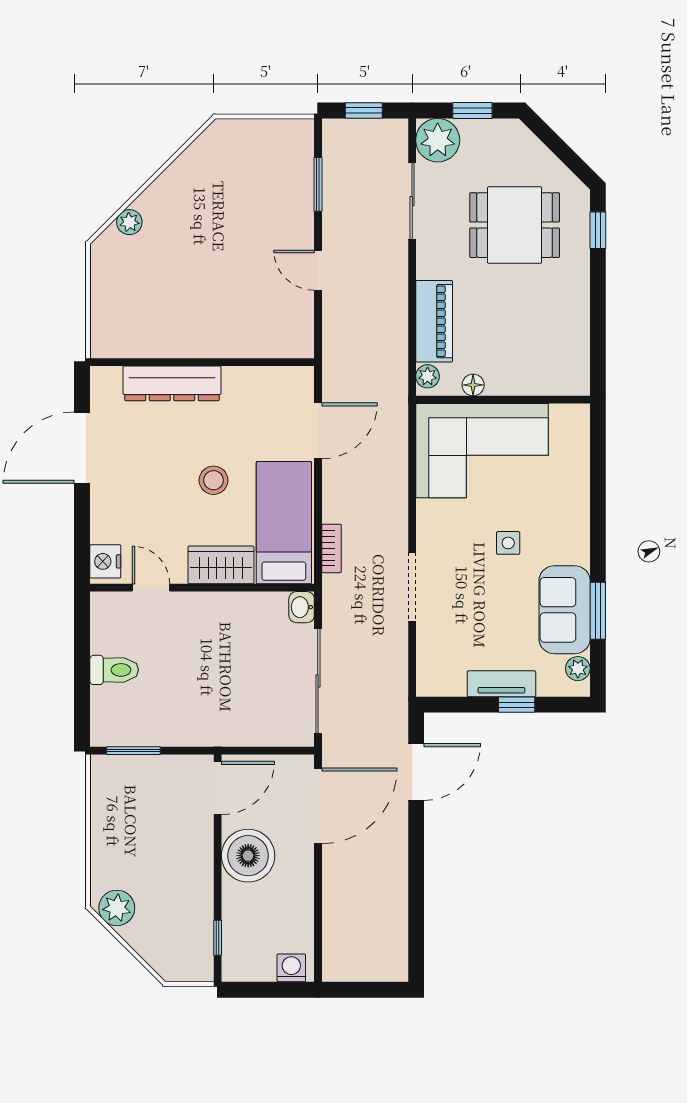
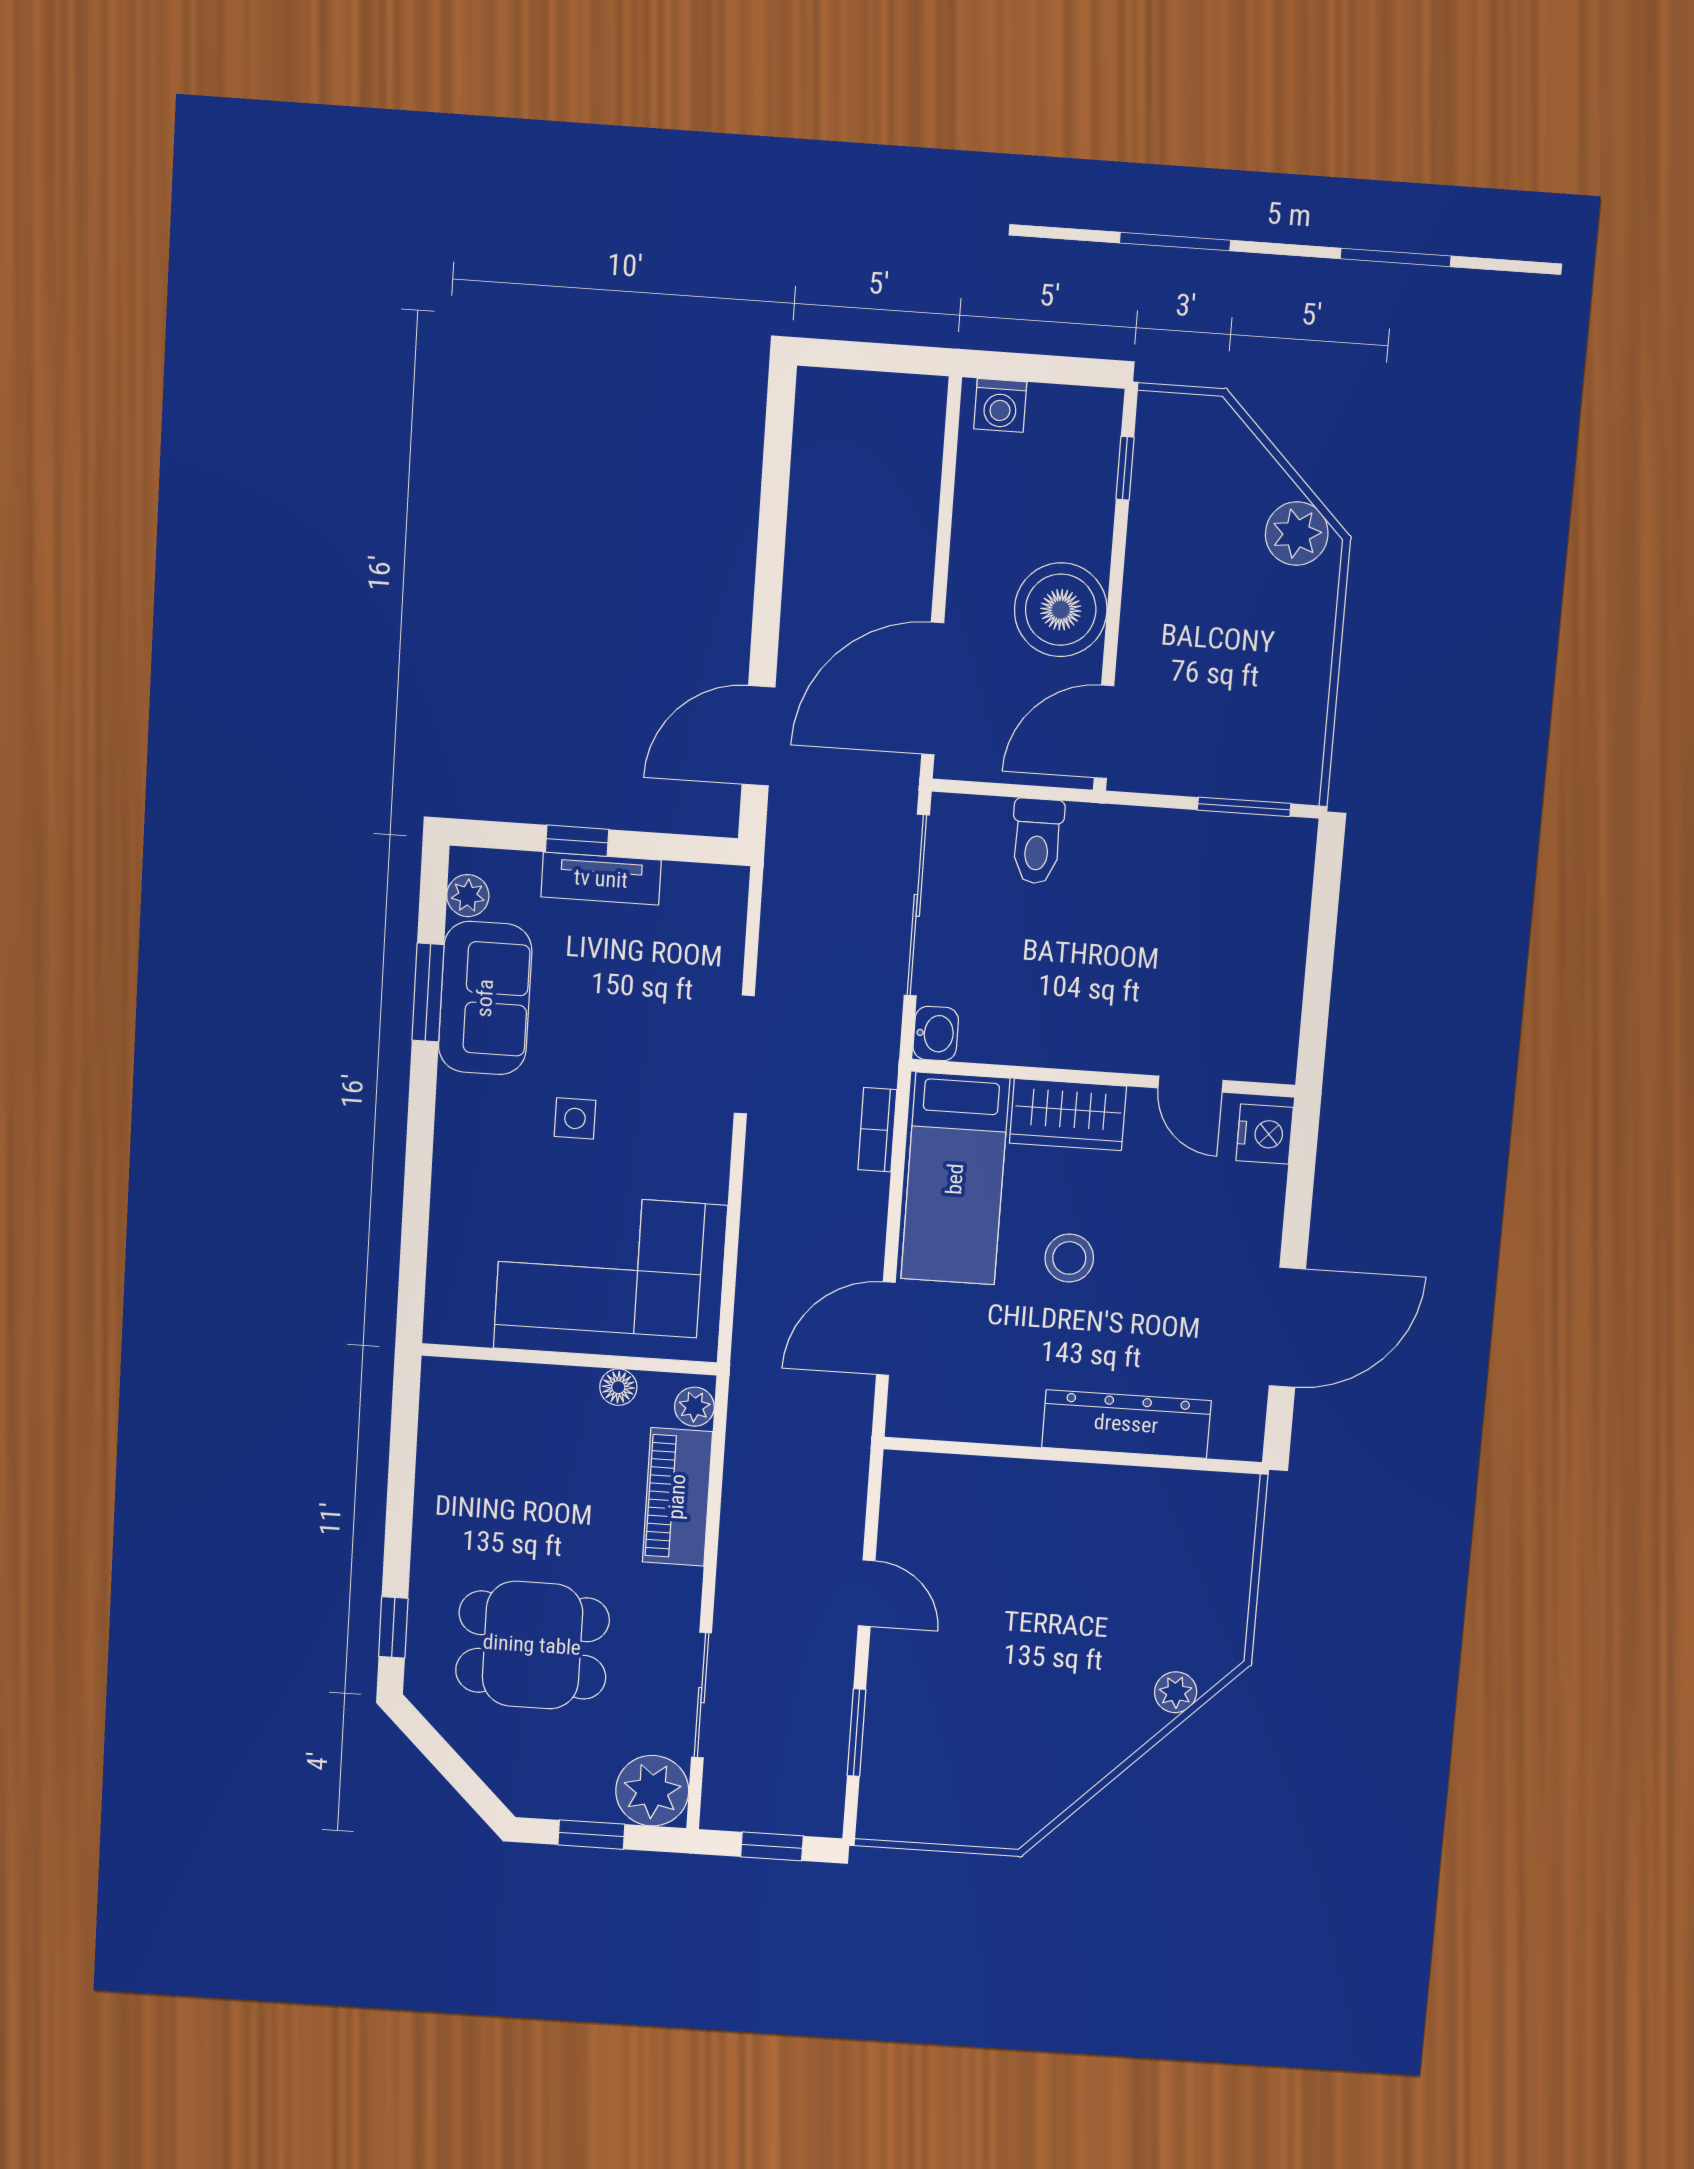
toilet: (114, 670) -> (1037, 841), moved, turned -90

